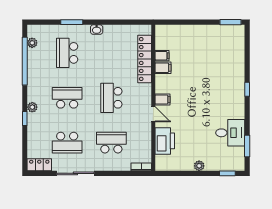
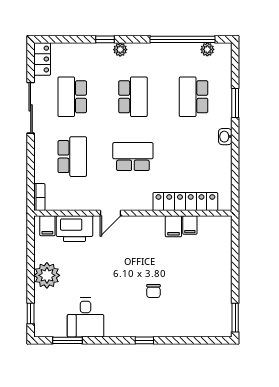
school desk: (67, 53) -> (194, 97), turned -90
chair: (211, 83) -> (153, 291), added
filing cabinet: (162, 100) -> (47, 226), moved
plant: (199, 166) -> (47, 275), width x1.88, depth x1.88

